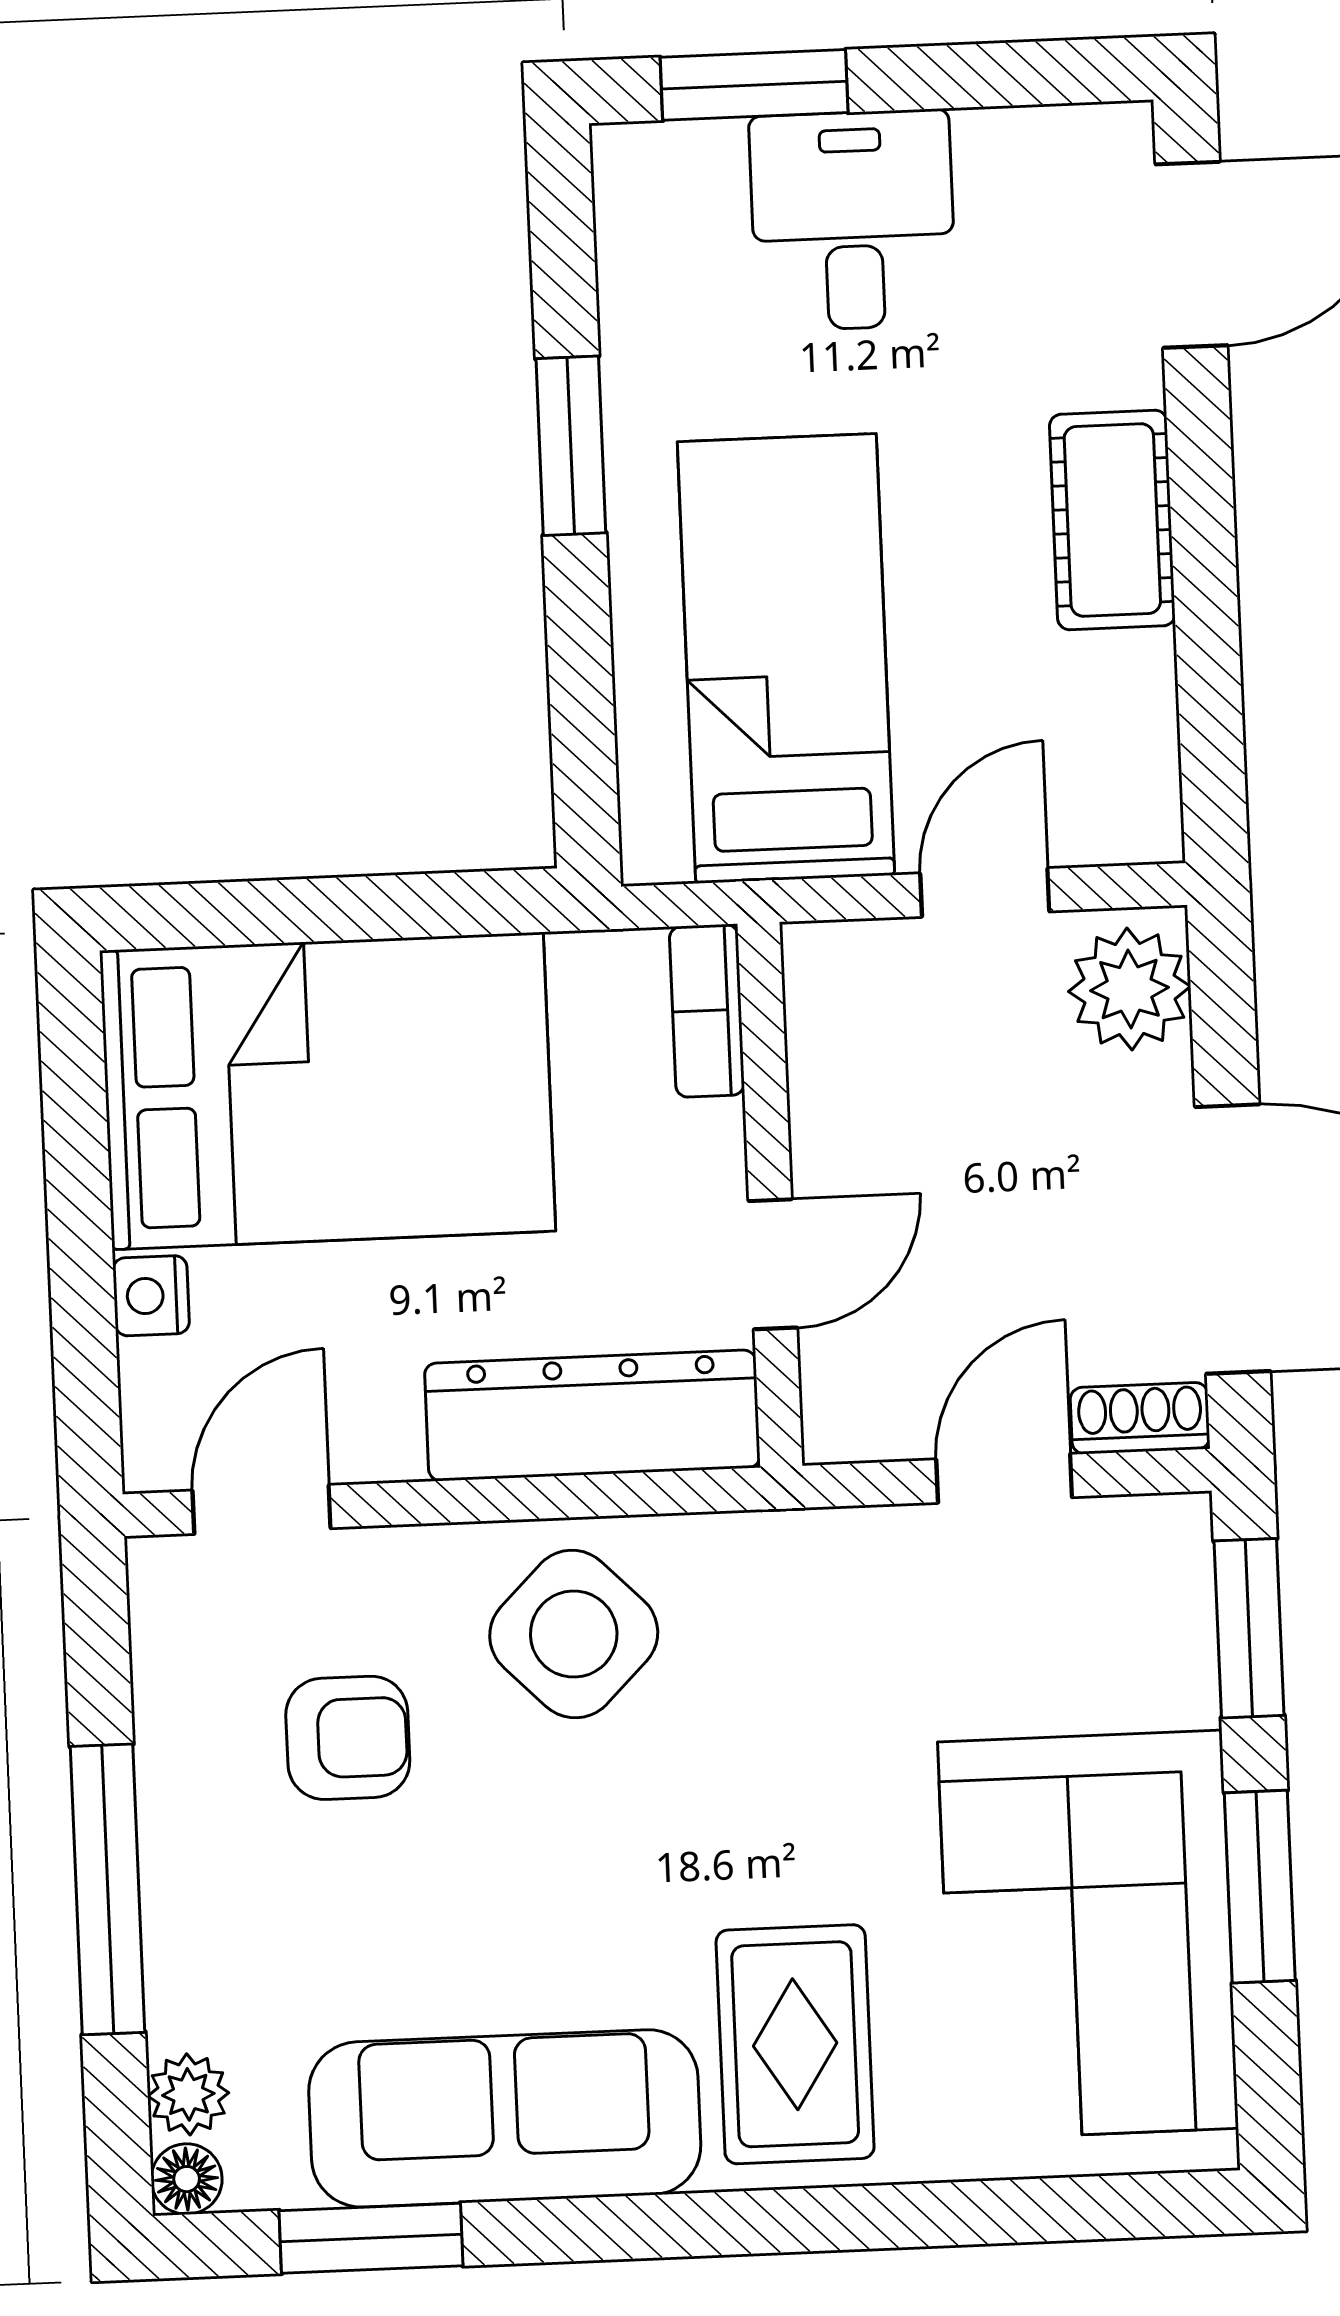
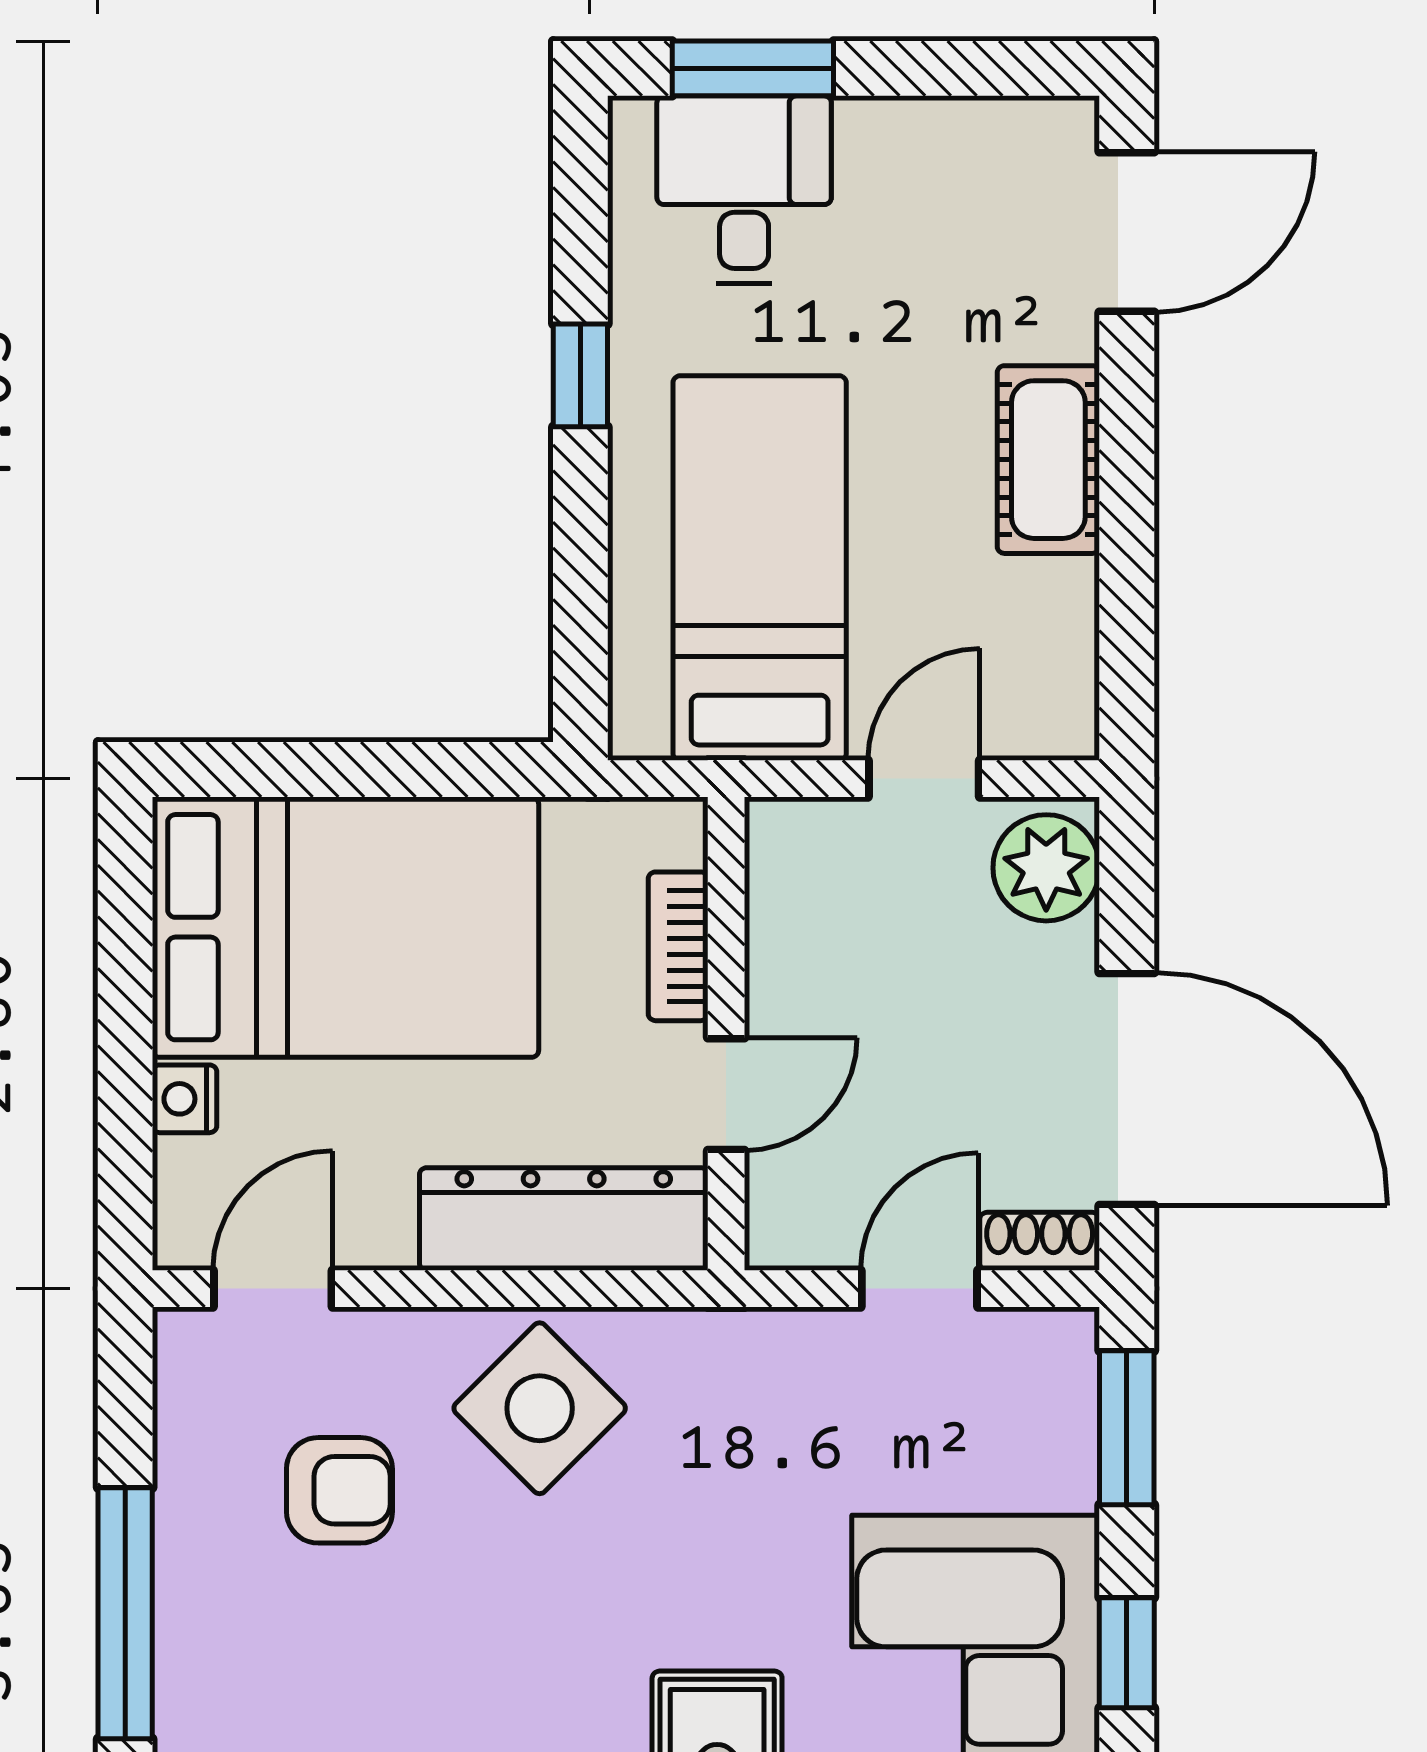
desk: (853, 220) -> (744, 190), moved
window: (571, 446) -> (580, 375), width x0.67
bookcase: (707, 1011) -> (678, 946), moved
window: (1260, 1887) -> (1127, 1653), width x0.67

